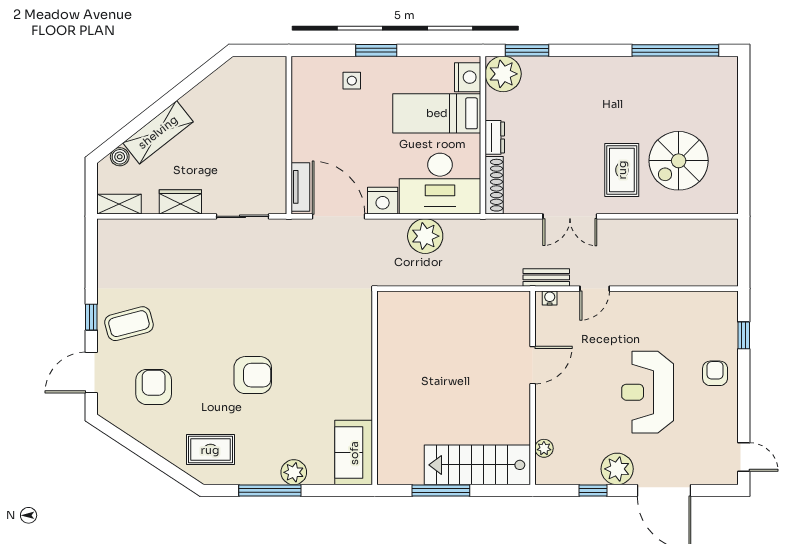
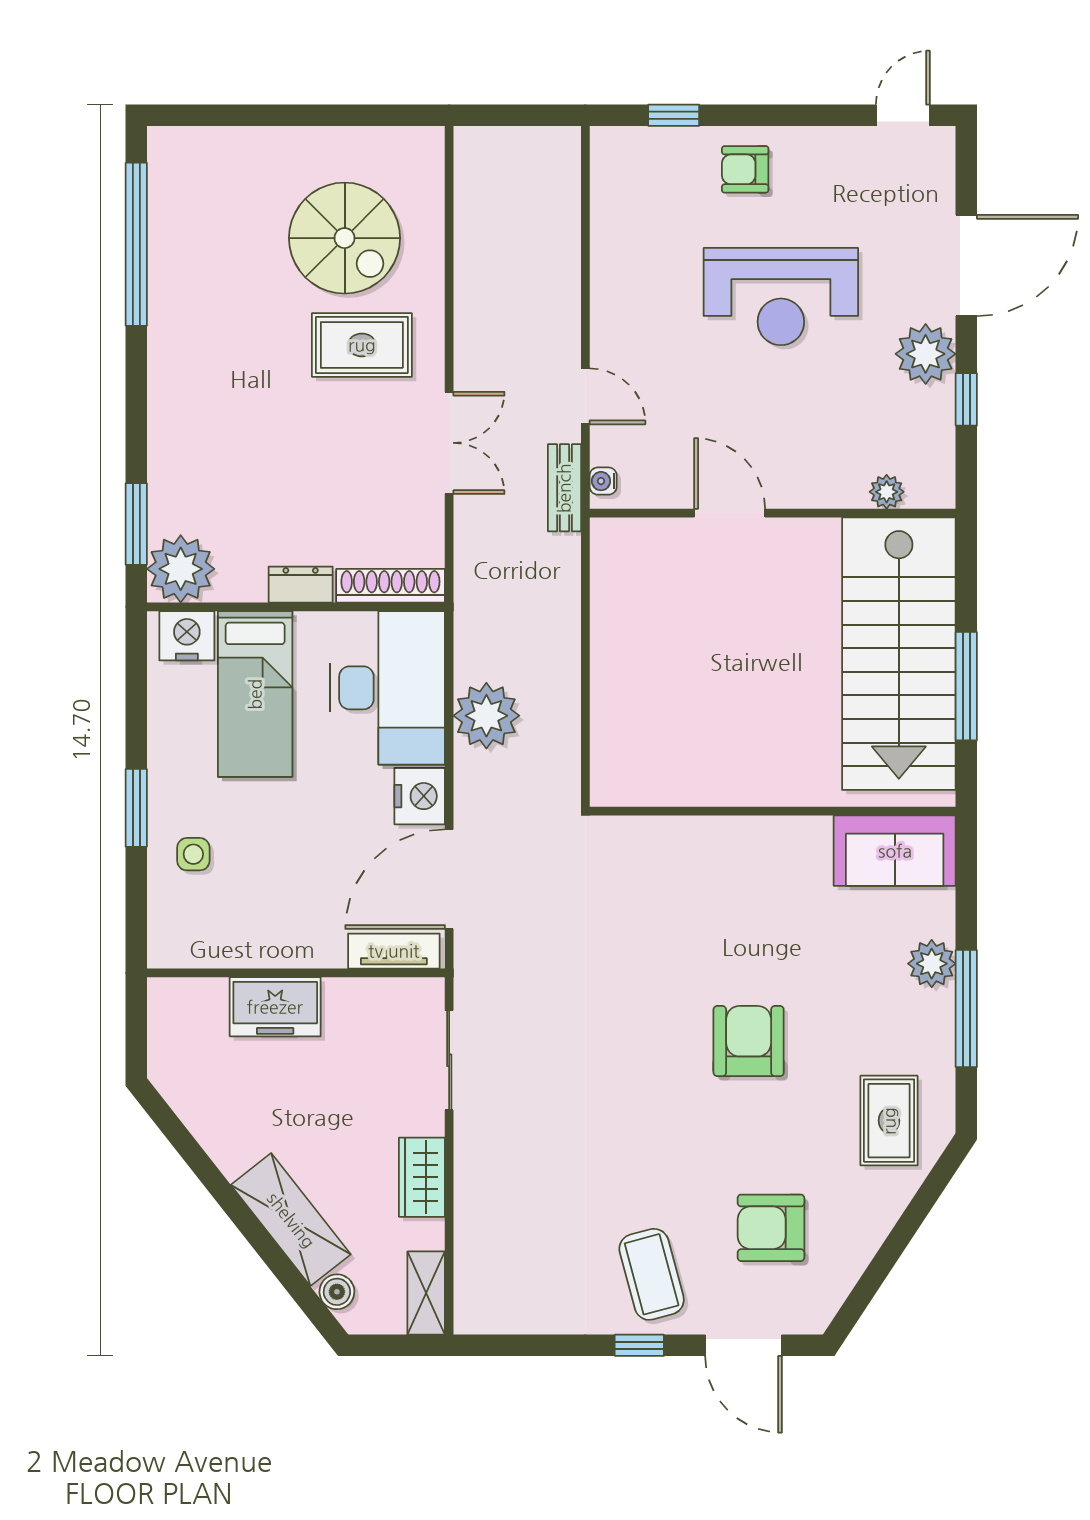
freezer: (271, 124) -> (275, 1007), added
stairs: (477, 465) -> (899, 654), width x1.36, depth x1.51

